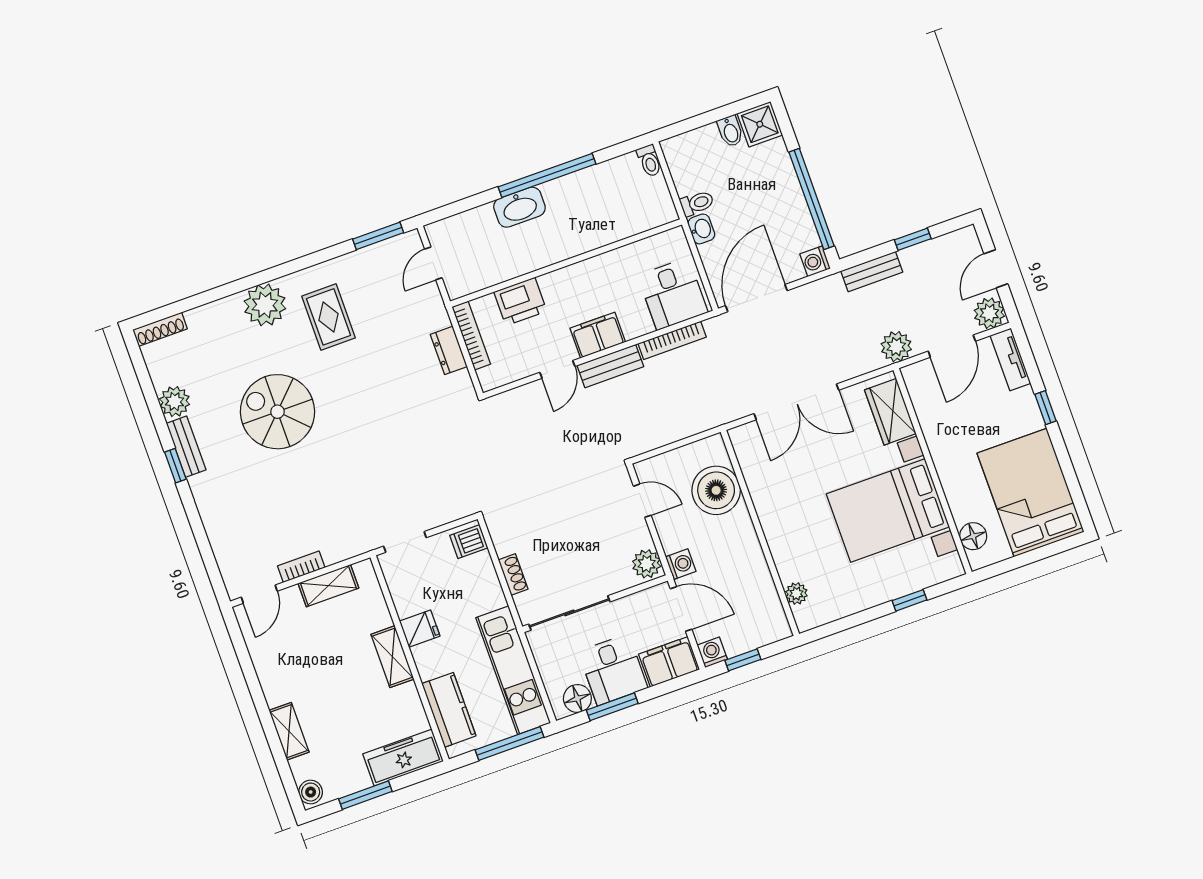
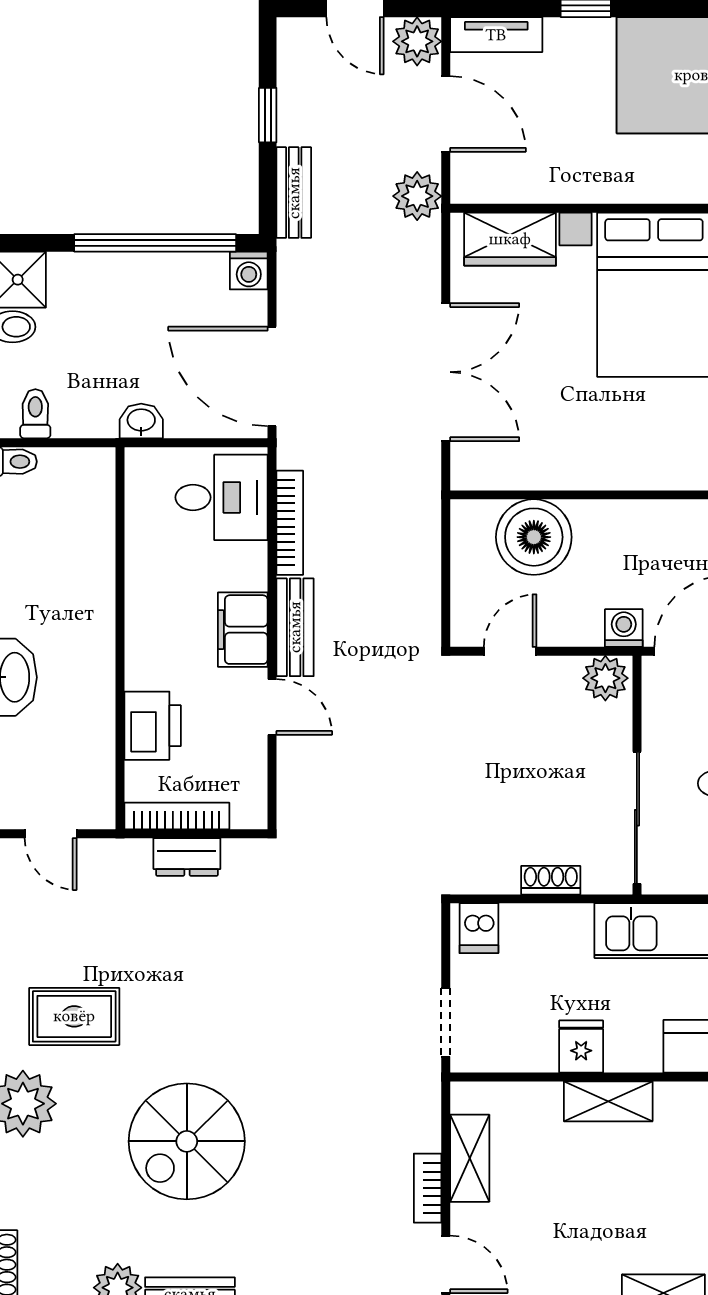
toilet: (697, 203) -> (35, 414), moved

